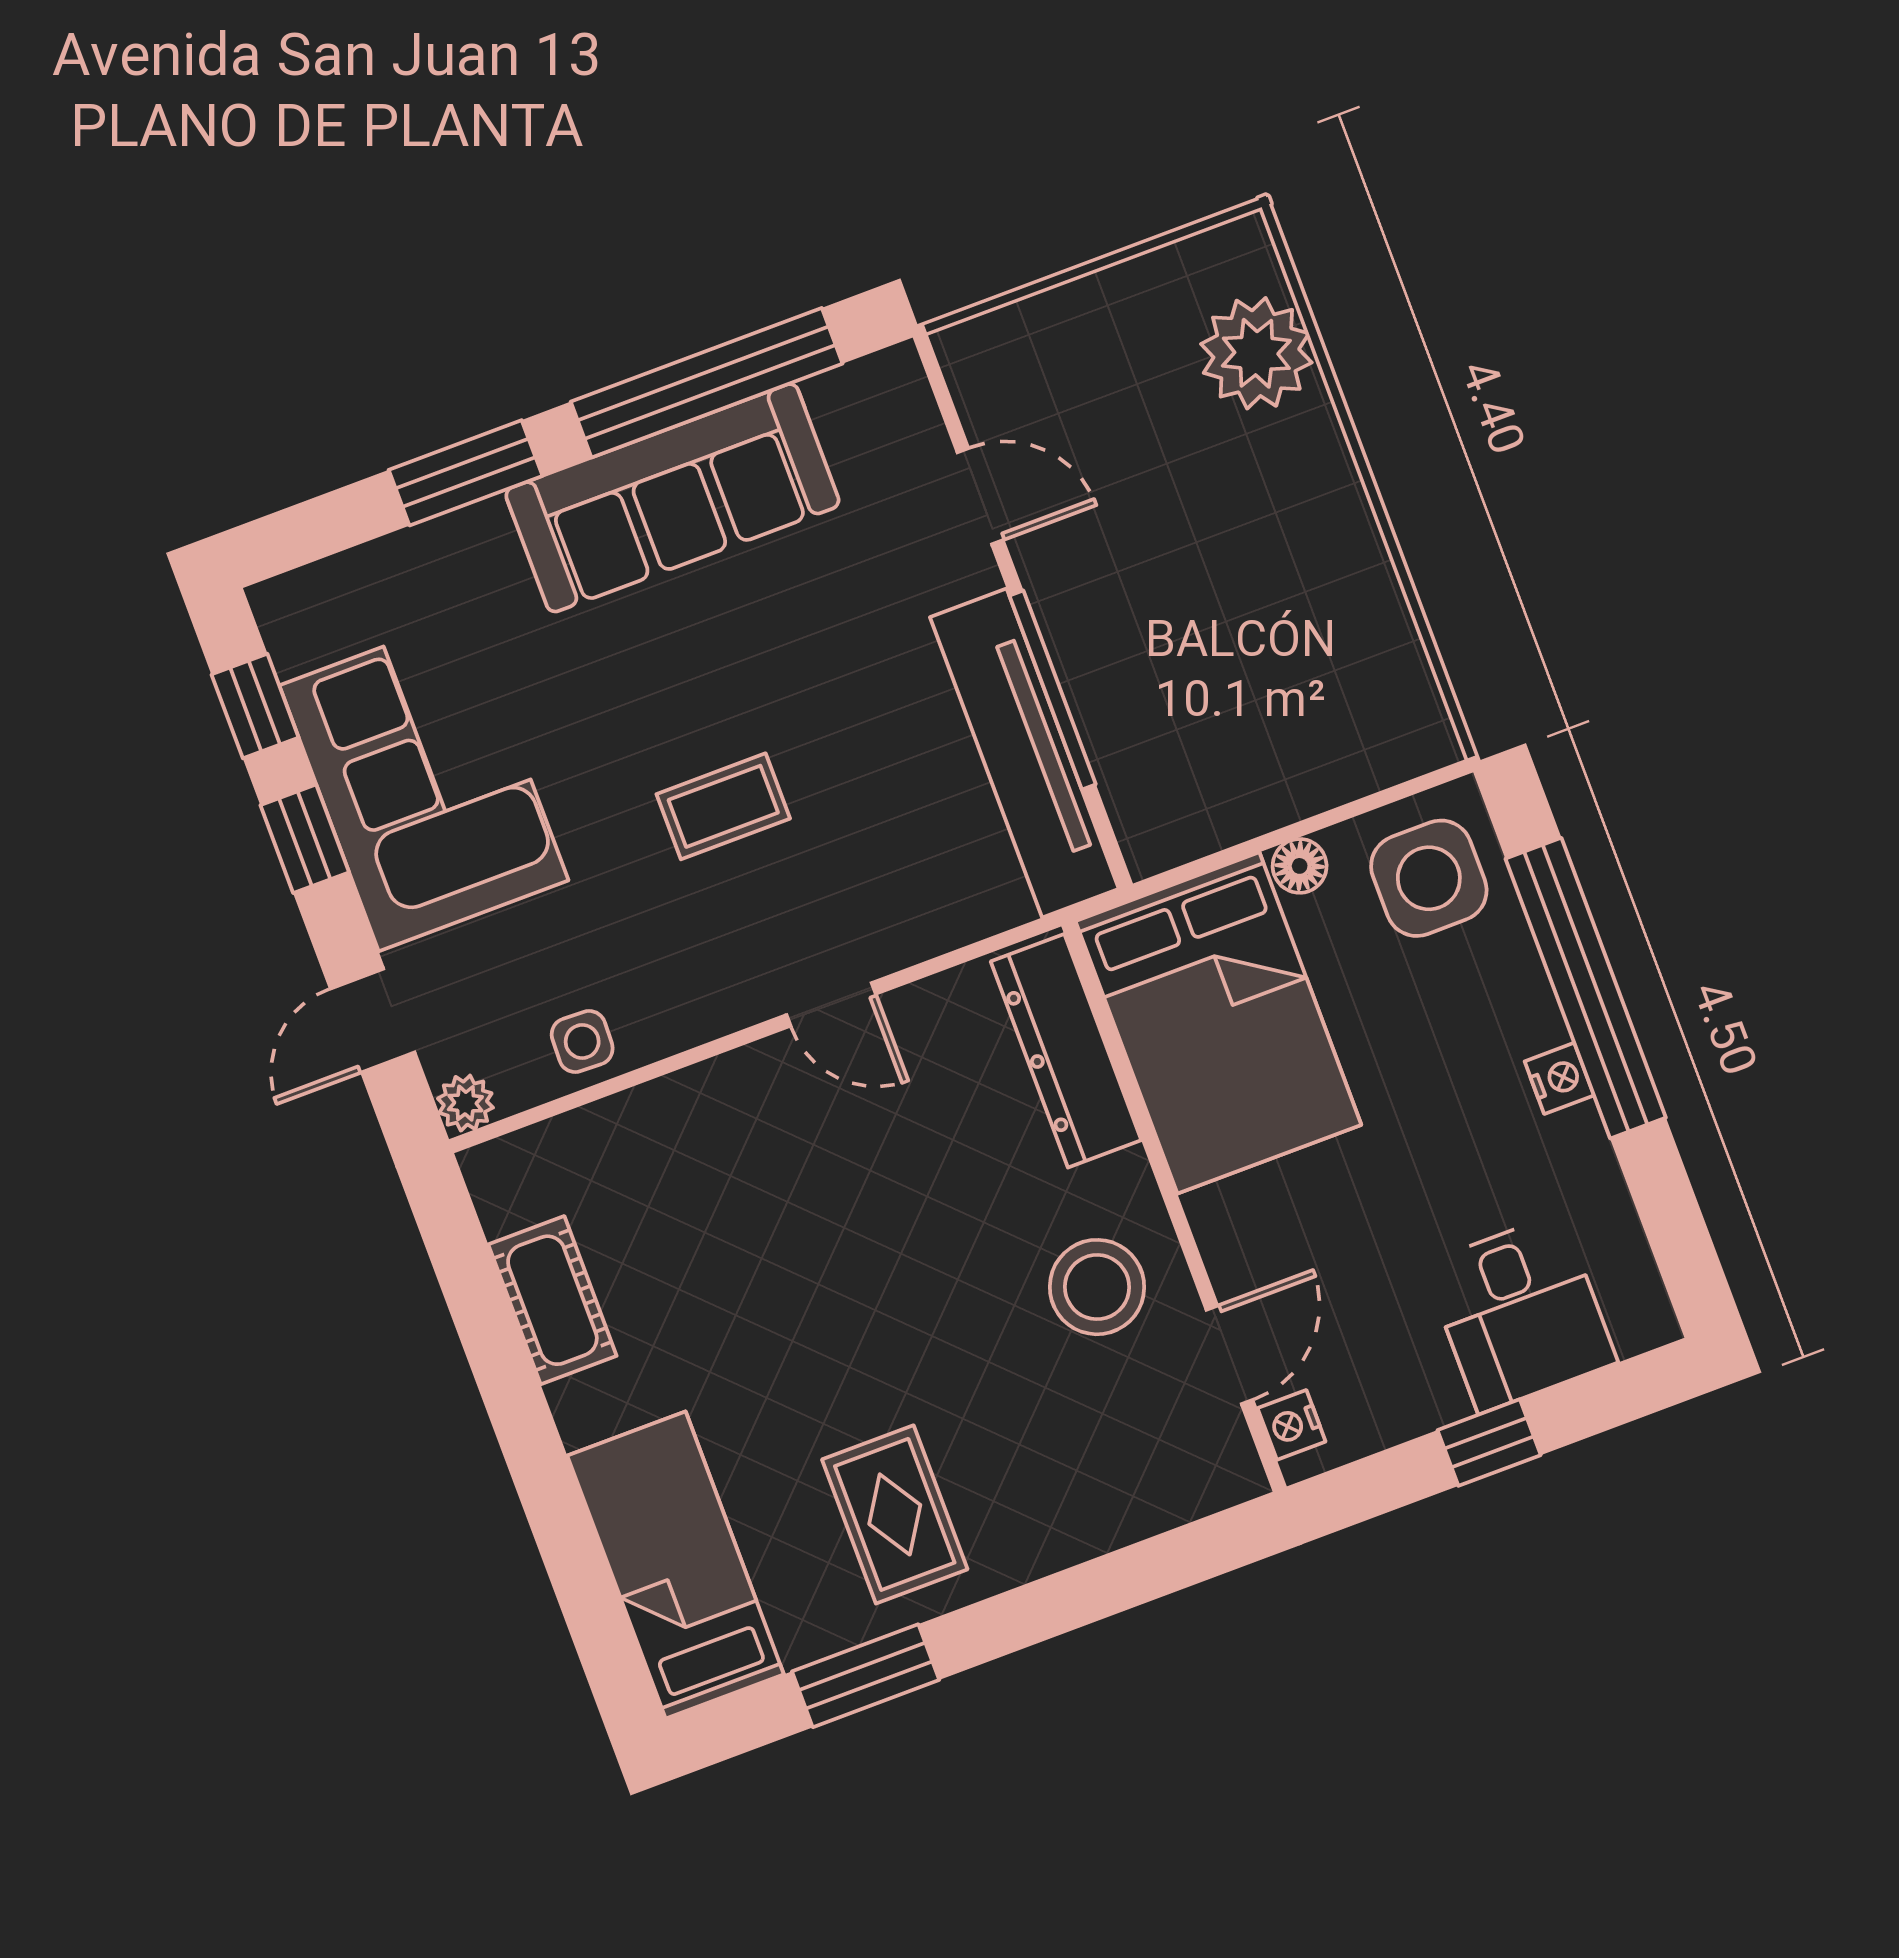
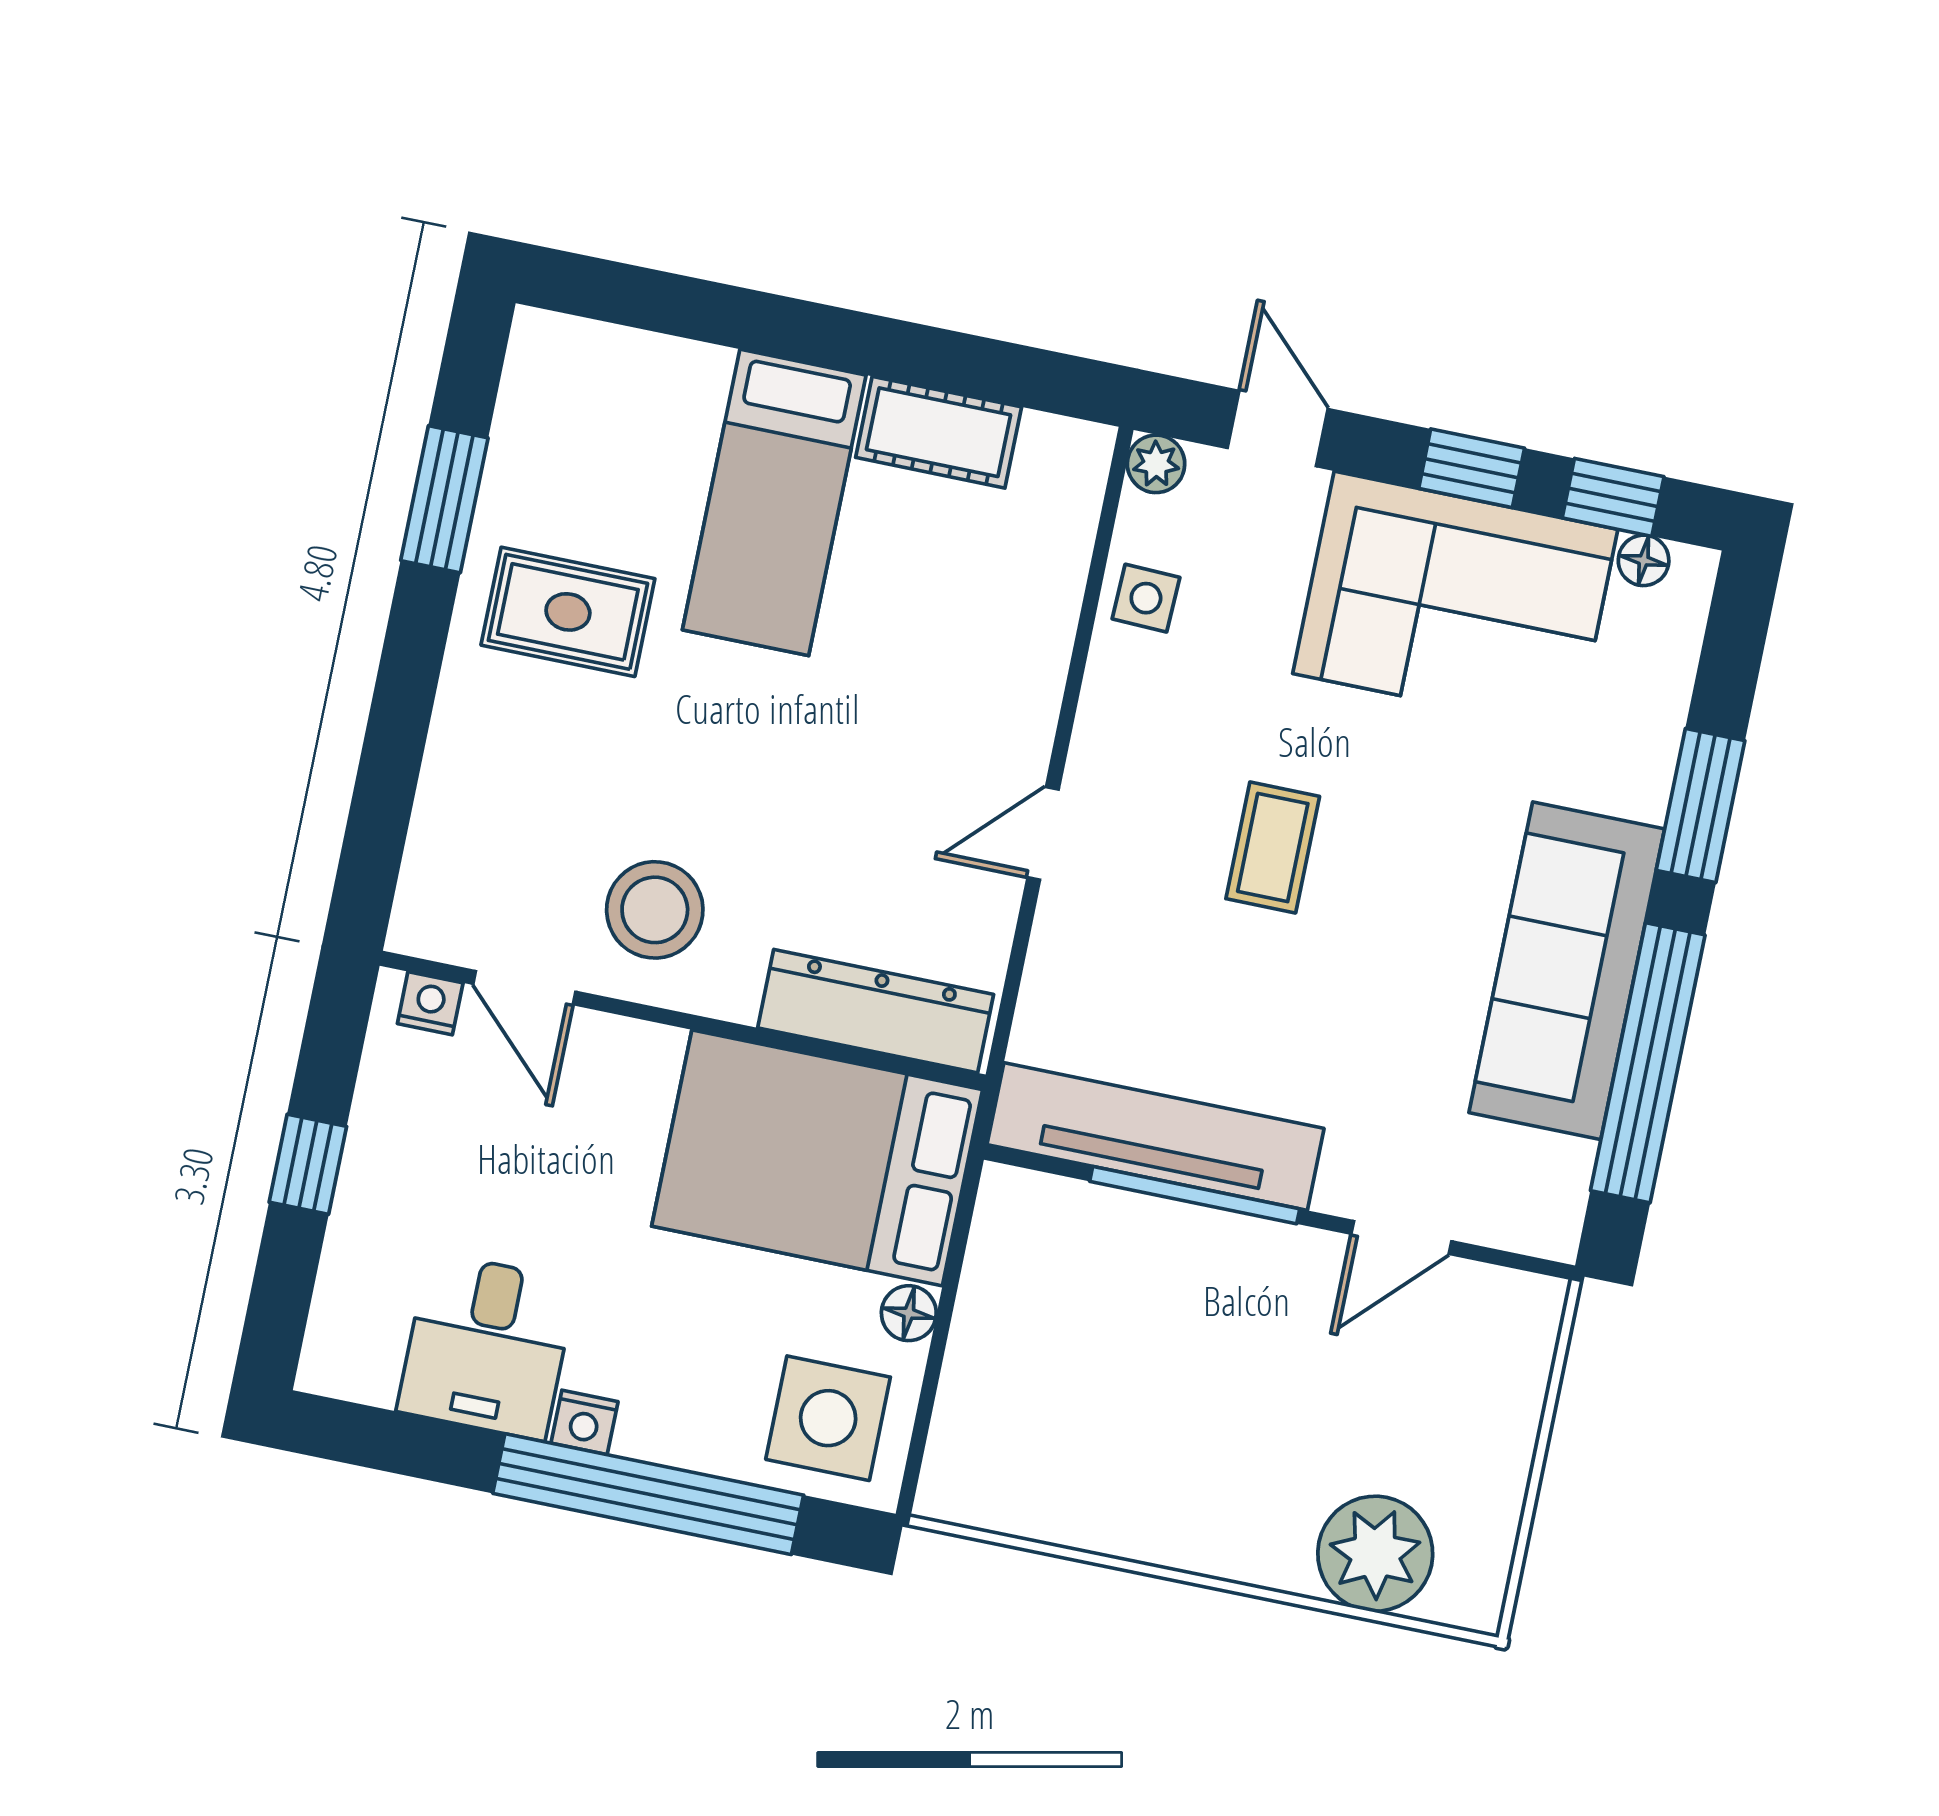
floor lamp: (292, 648) -> (1644, 560), added
desk: (1520, 1313) -> (487, 1346), moved, turned -90
bed: (676, 1565) -> (774, 502), moved, turned 90

